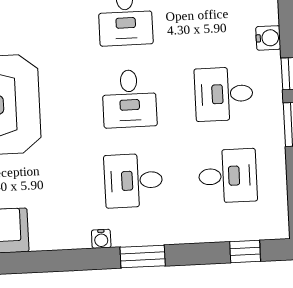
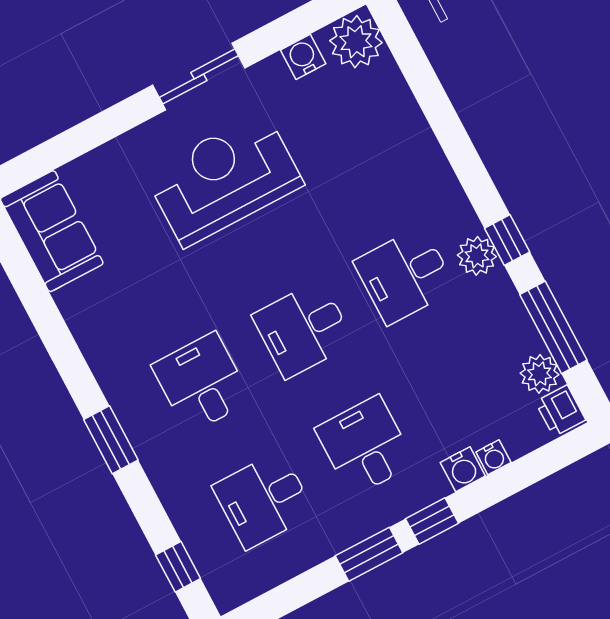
desk: (228, 176) -> (264, 500), turned 90
water cooler: (101, 239) -> (493, 457), moved, turned -90

